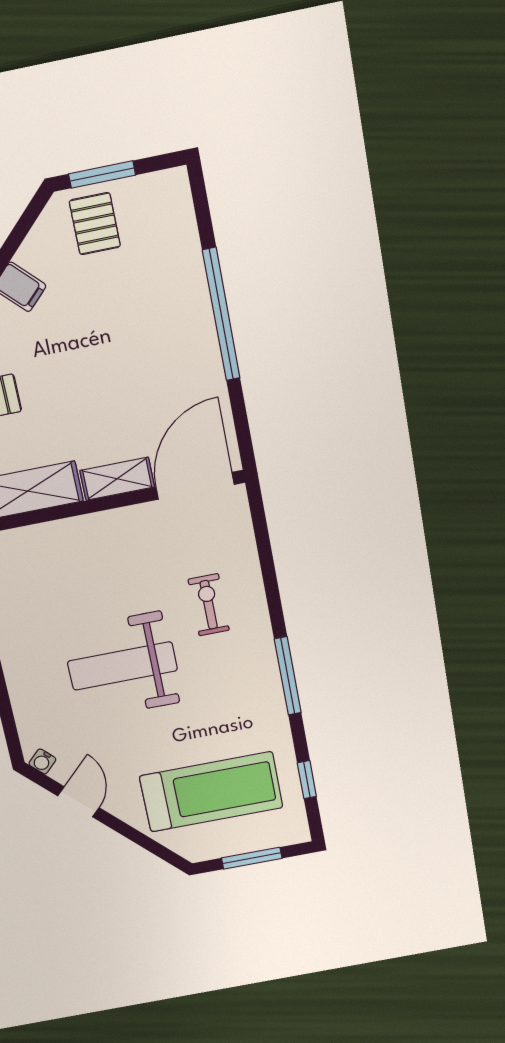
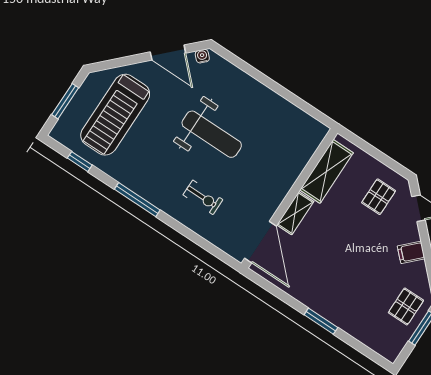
pallet: (95, 224) -> (406, 306), turned 90
window: (221, 314) -> (321, 321), width x0.47
weight bench: (122, 666) -> (212, 134), turned 90
door: (78, 802) -> (168, 53), width x1.38

